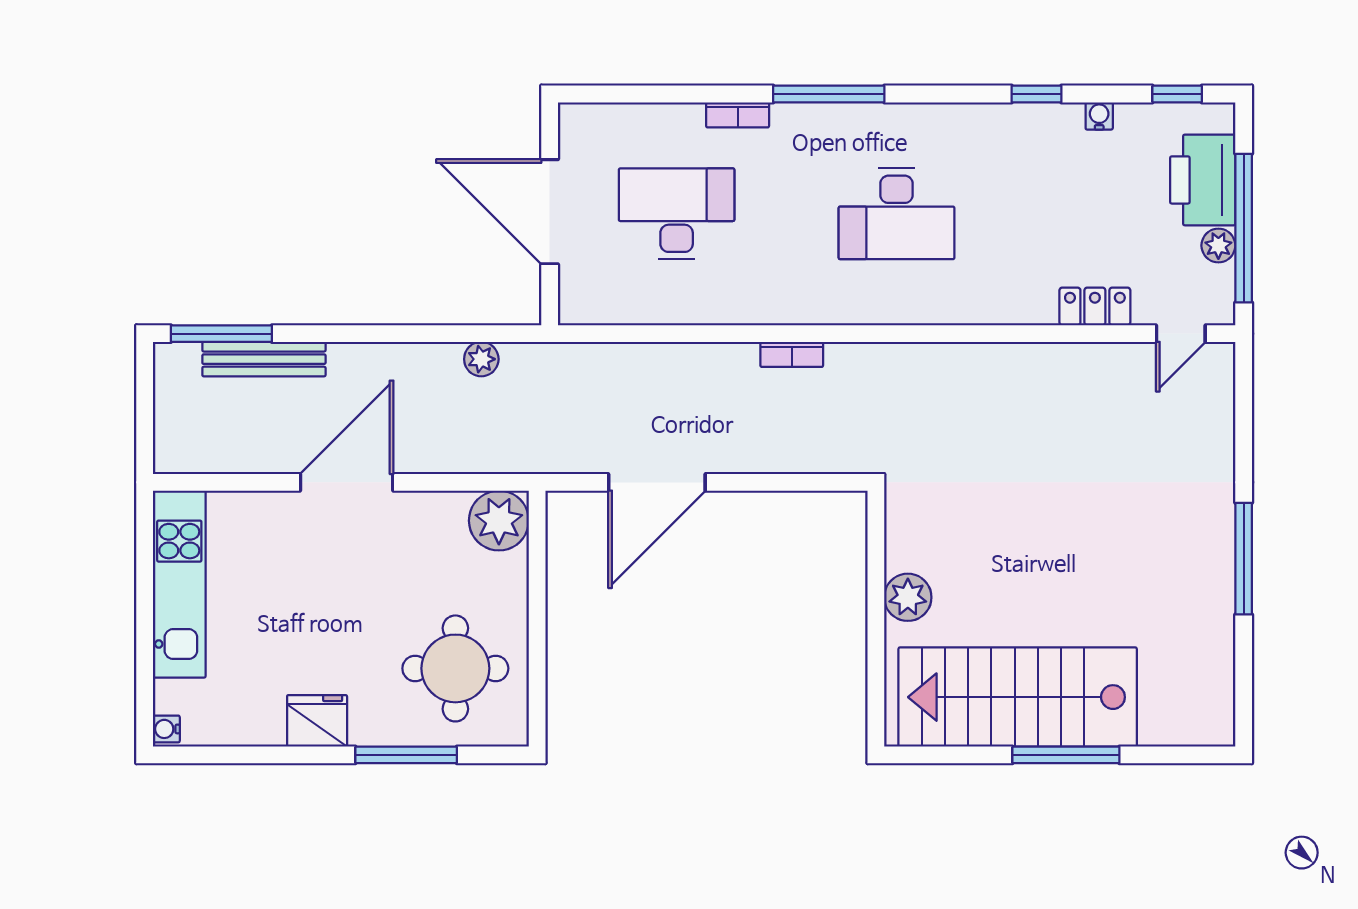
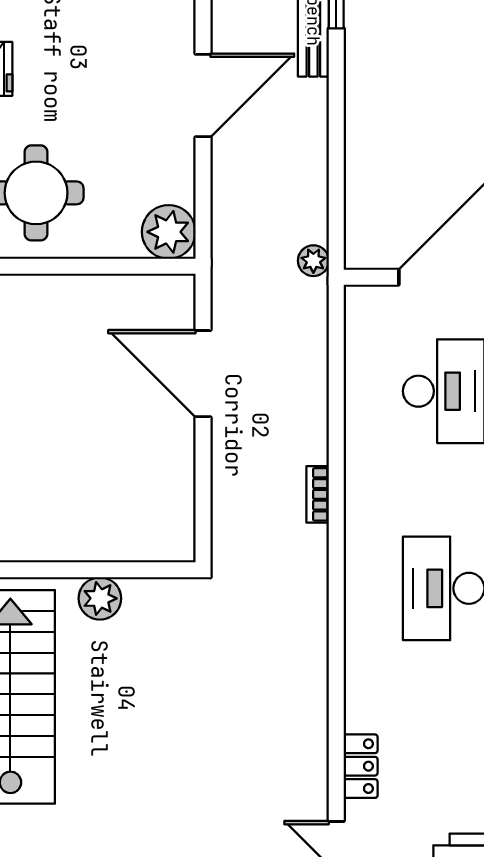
plant: (481, 359) -> (313, 261), moved
door: (347, 482) -> (203, 95), hinge flipped

